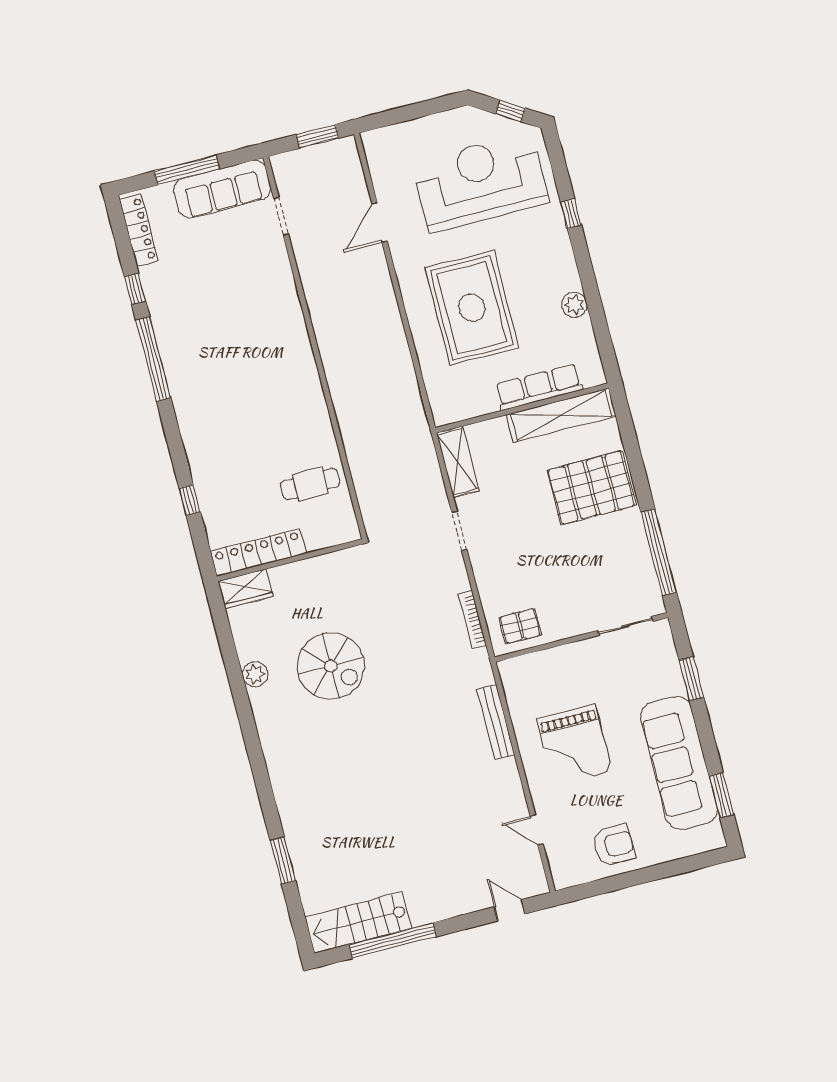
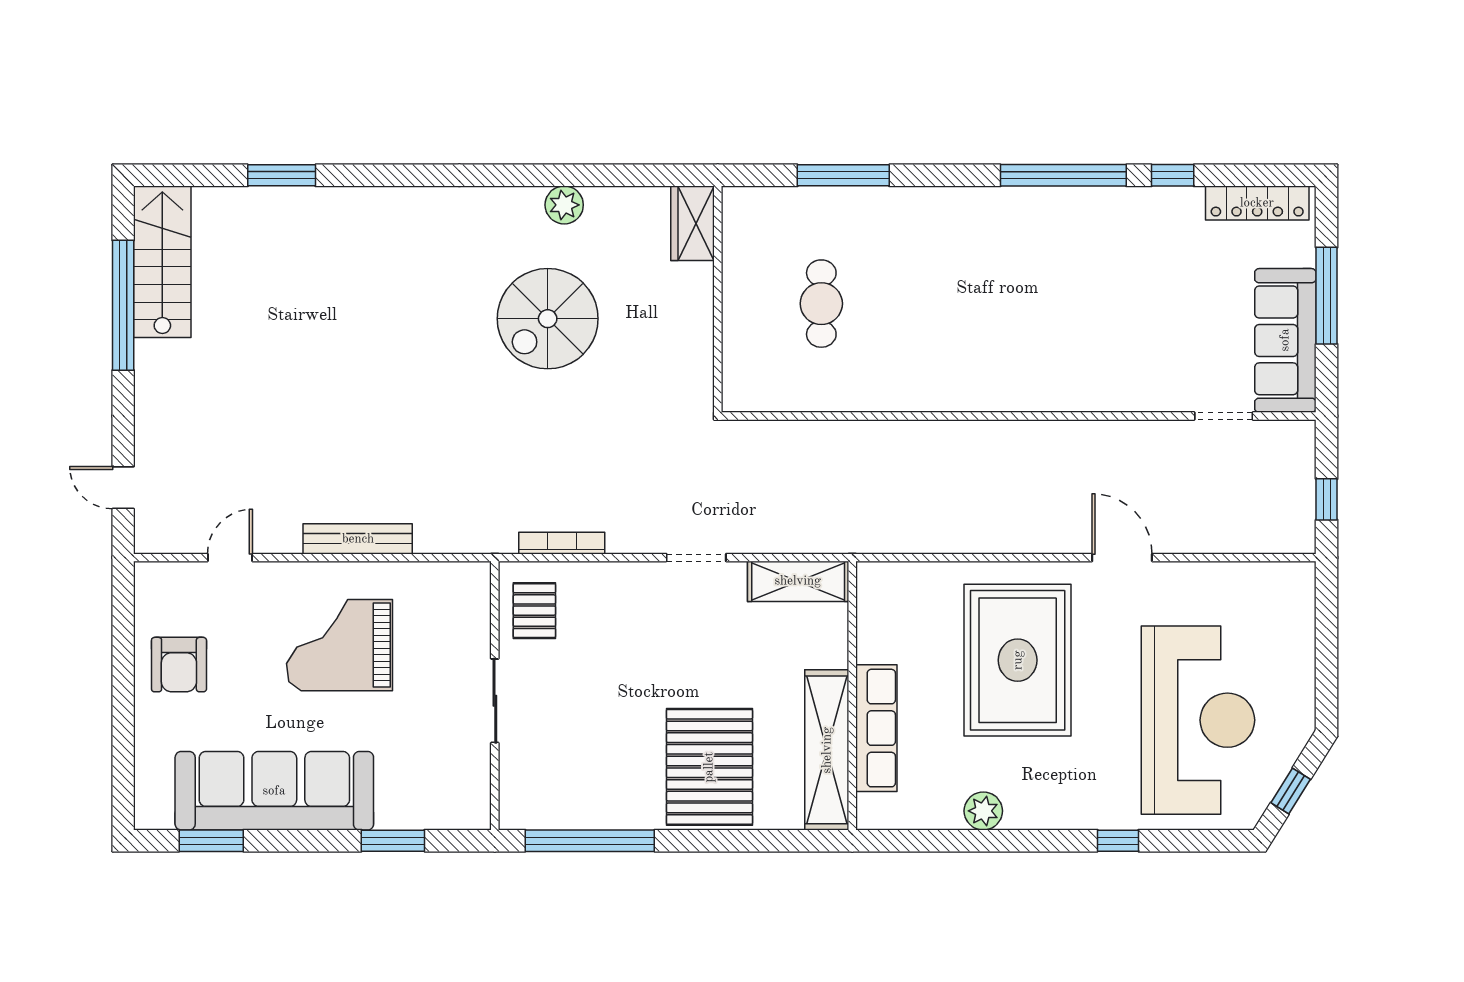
window: (317, 136) -> (1327, 499), width x0.67
door: (380, 222) -> (1122, 558), moved
rug: (472, 308) -> (1018, 660), turned 90
cafe table: (310, 484) -> (821, 304), moved
window: (190, 500) -> (843, 175), width x2.17
locker: (258, 552) -> (741, 256), removed
sliding door: (626, 626) -> (495, 701), moved
bench: (496, 722) -> (358, 539), moved
door: (510, 910) -> (123, 488), swing flipped

